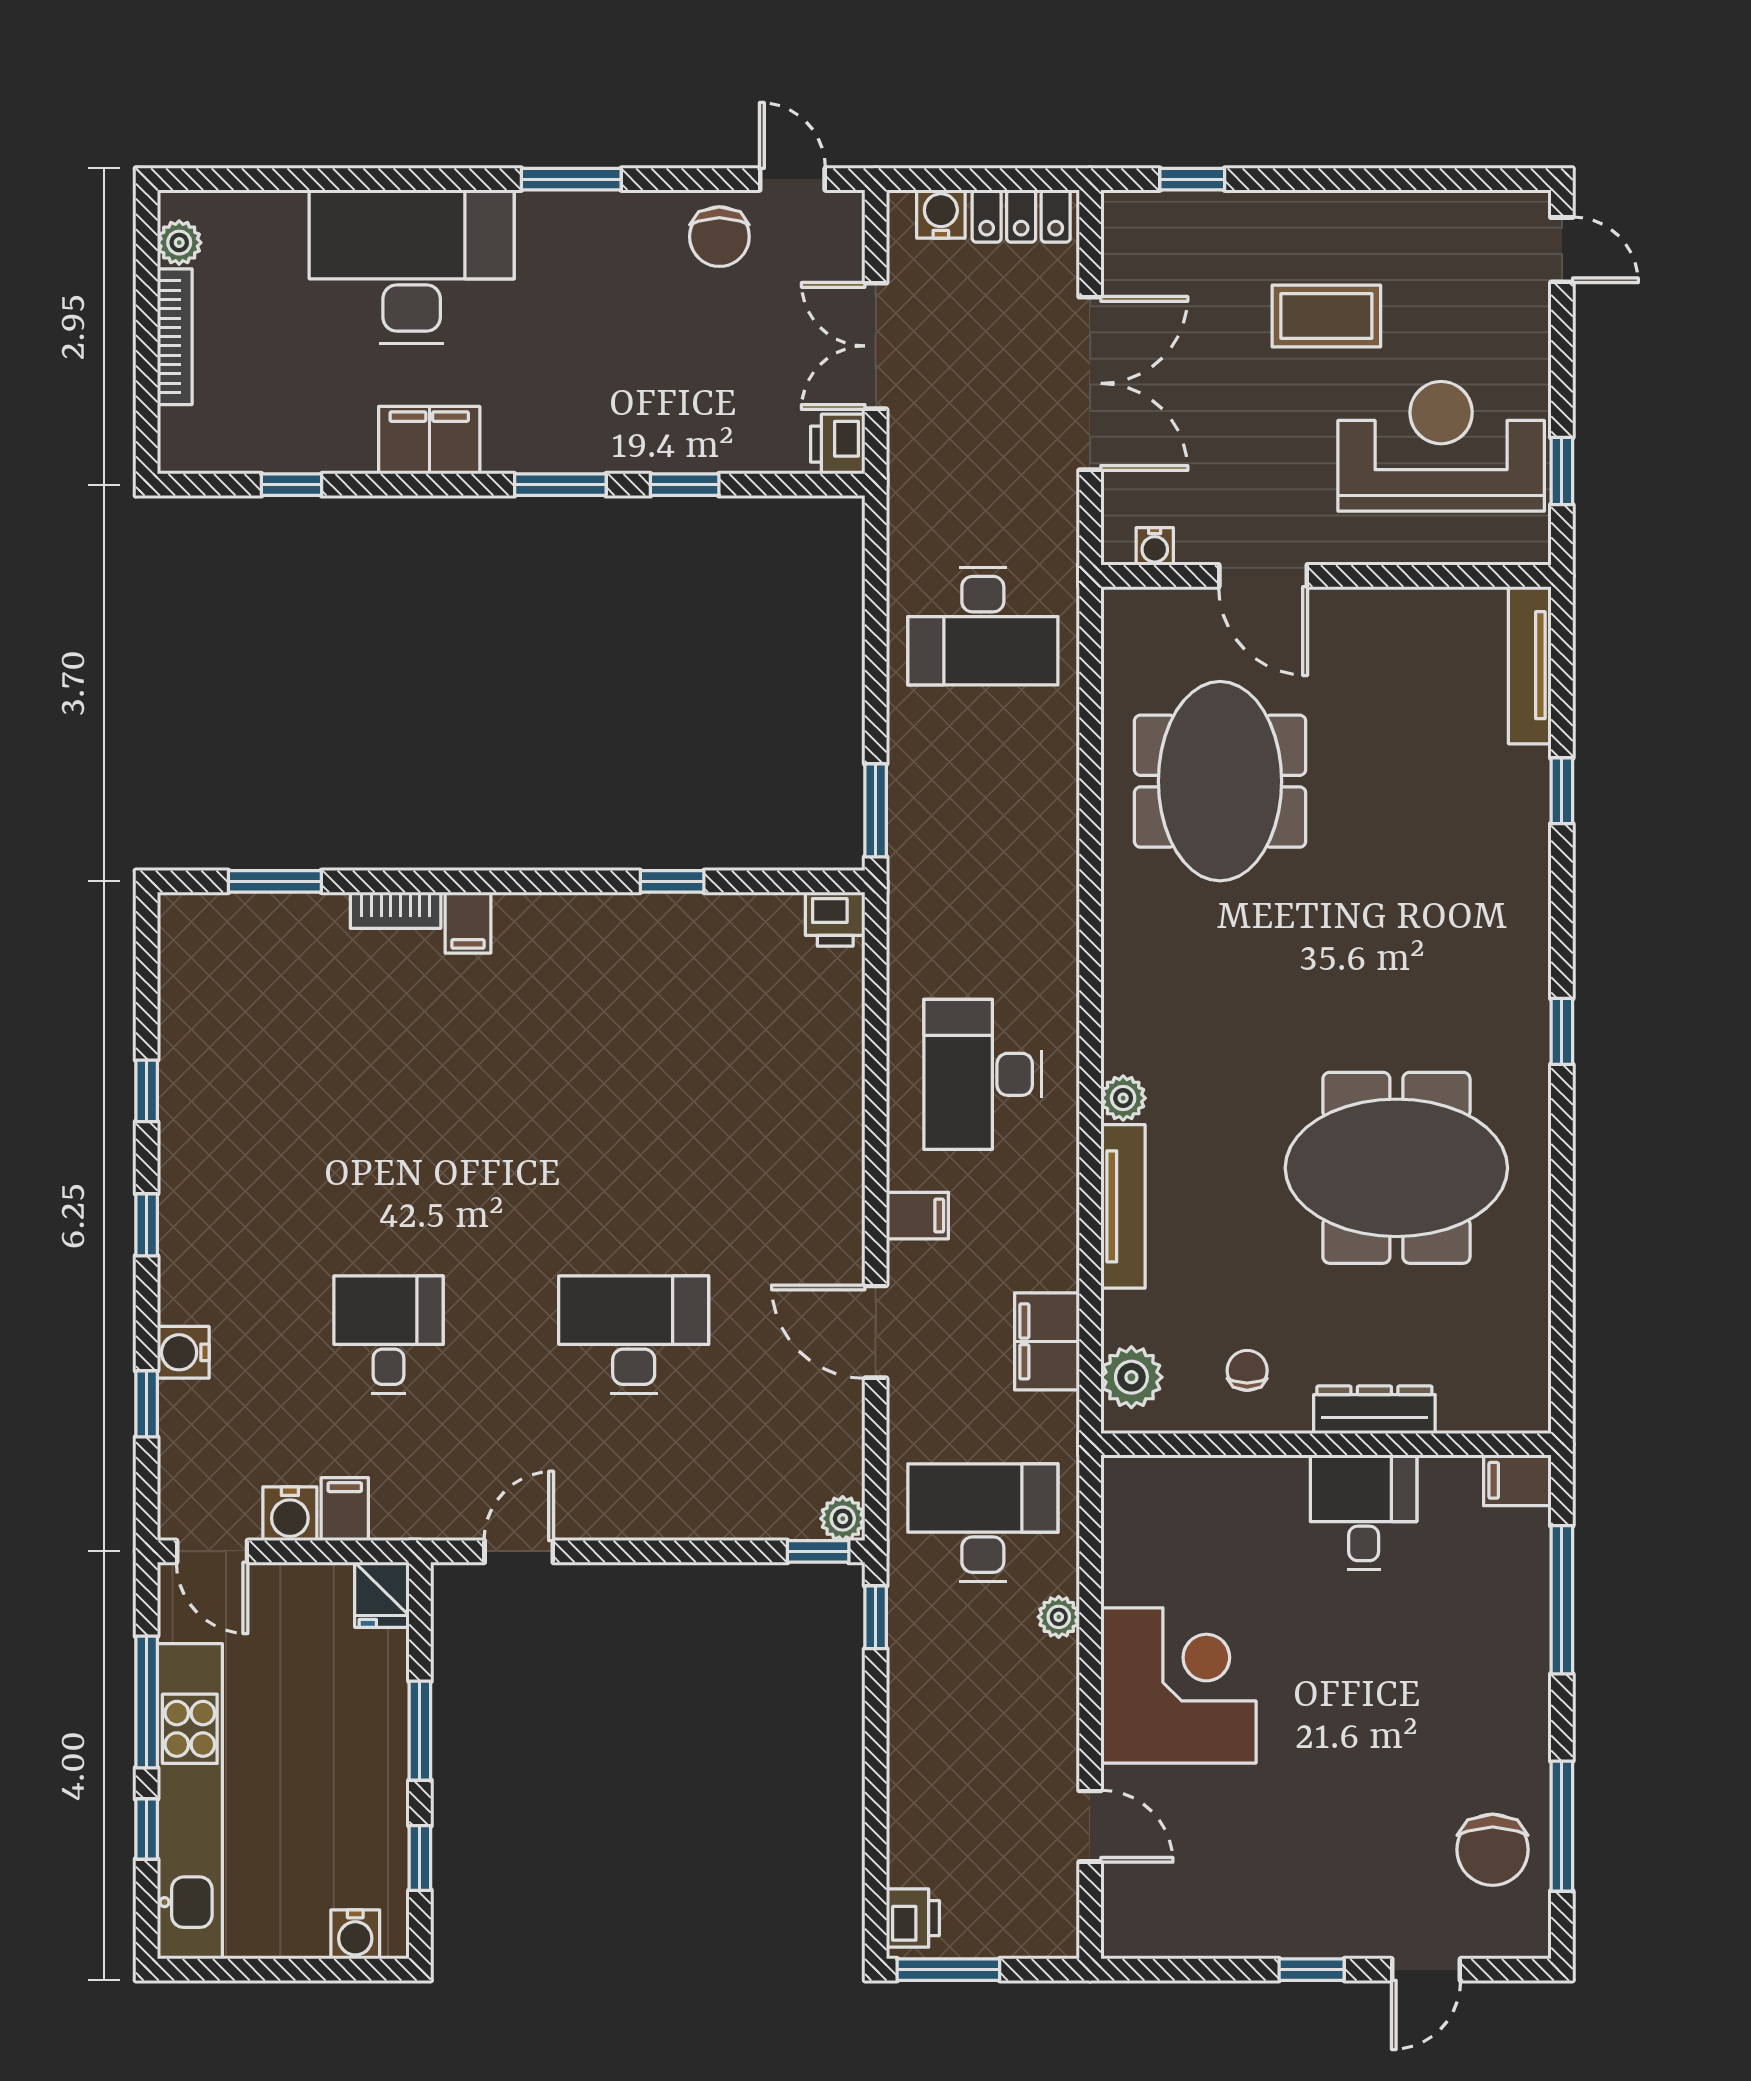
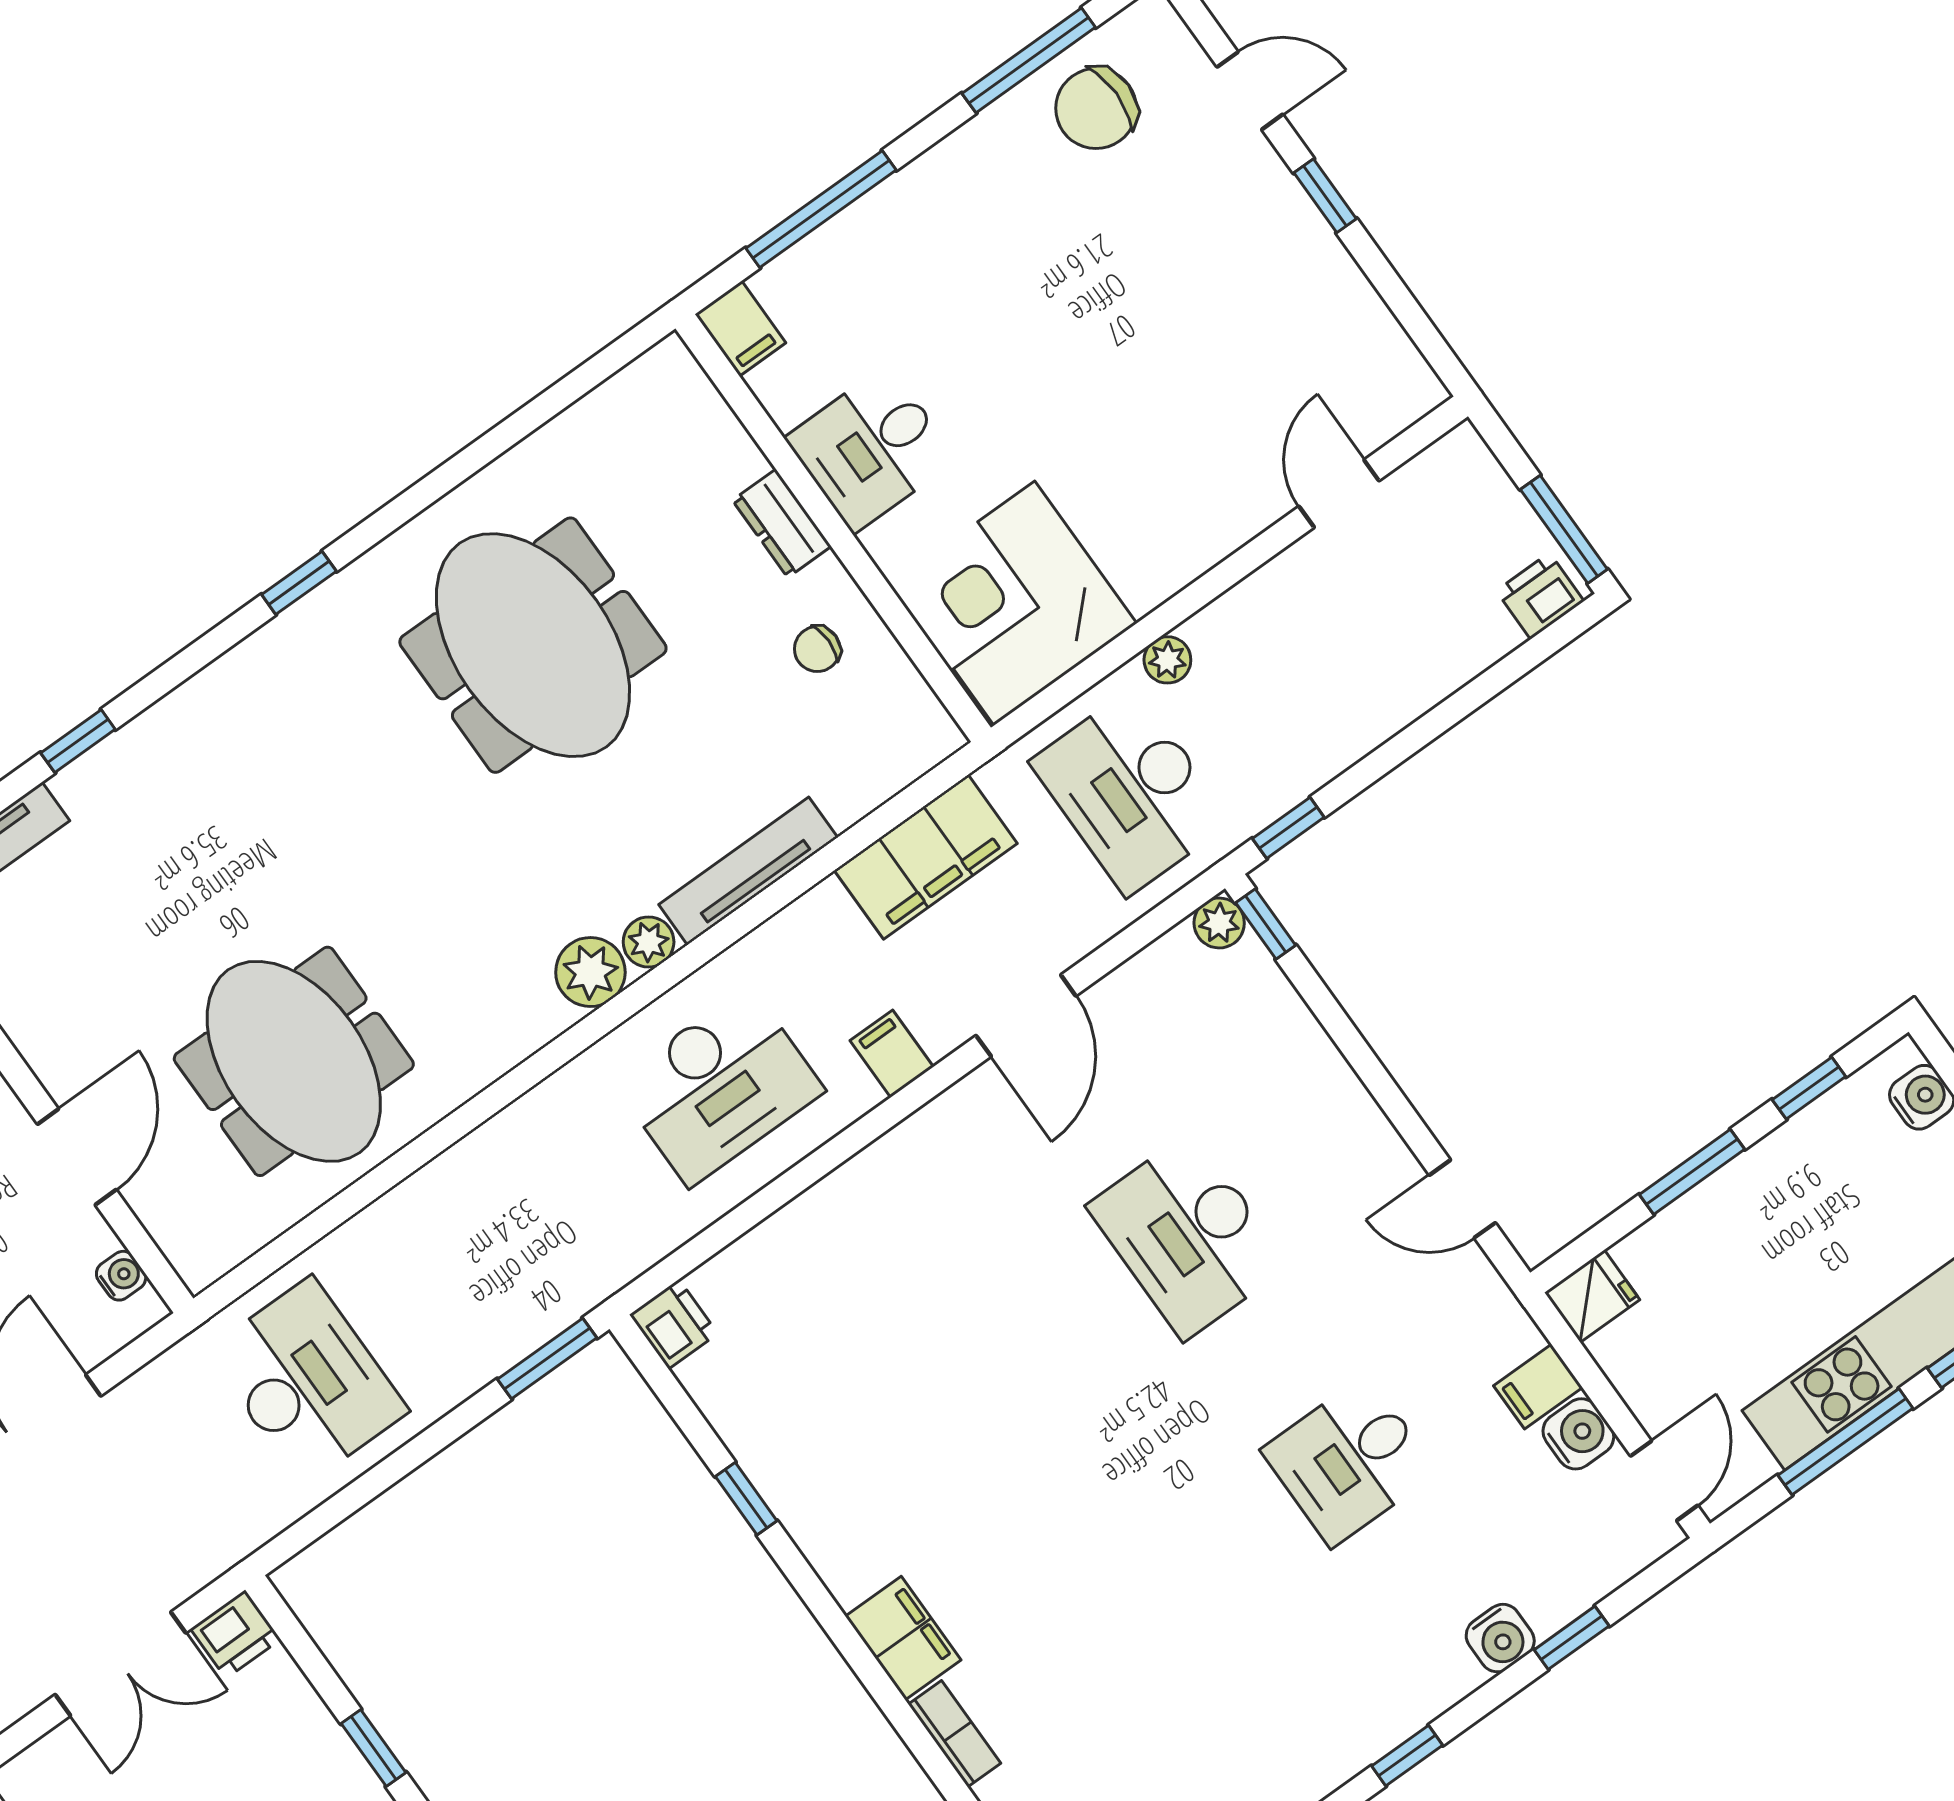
meeting table: (1220, 781) -> (294, 1061), turned 90
filing cabinet: (468, 923) -> (903, 1638), width x2.00
filing cabinet: (1047, 1341) -> (926, 857), width x1.50, depth x1.17
plant: (1131, 1377) -> (590, 972), moved
dresser: (1374, 1410) -> (782, 523), width x0.70
corner desk: (1178, 1685) -> (1014, 603), moved
chair: (1493, 1850) -> (1096, 108), turned 180

